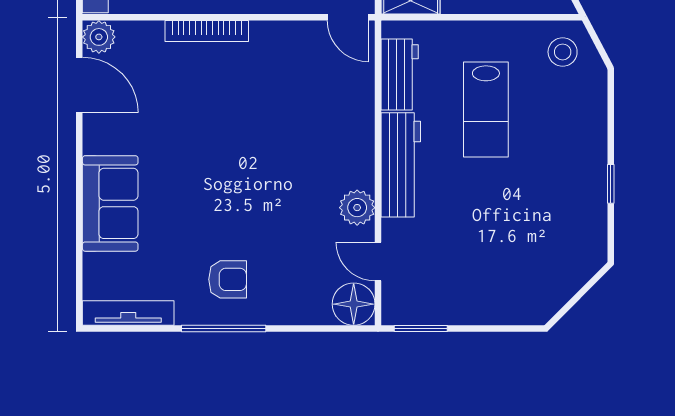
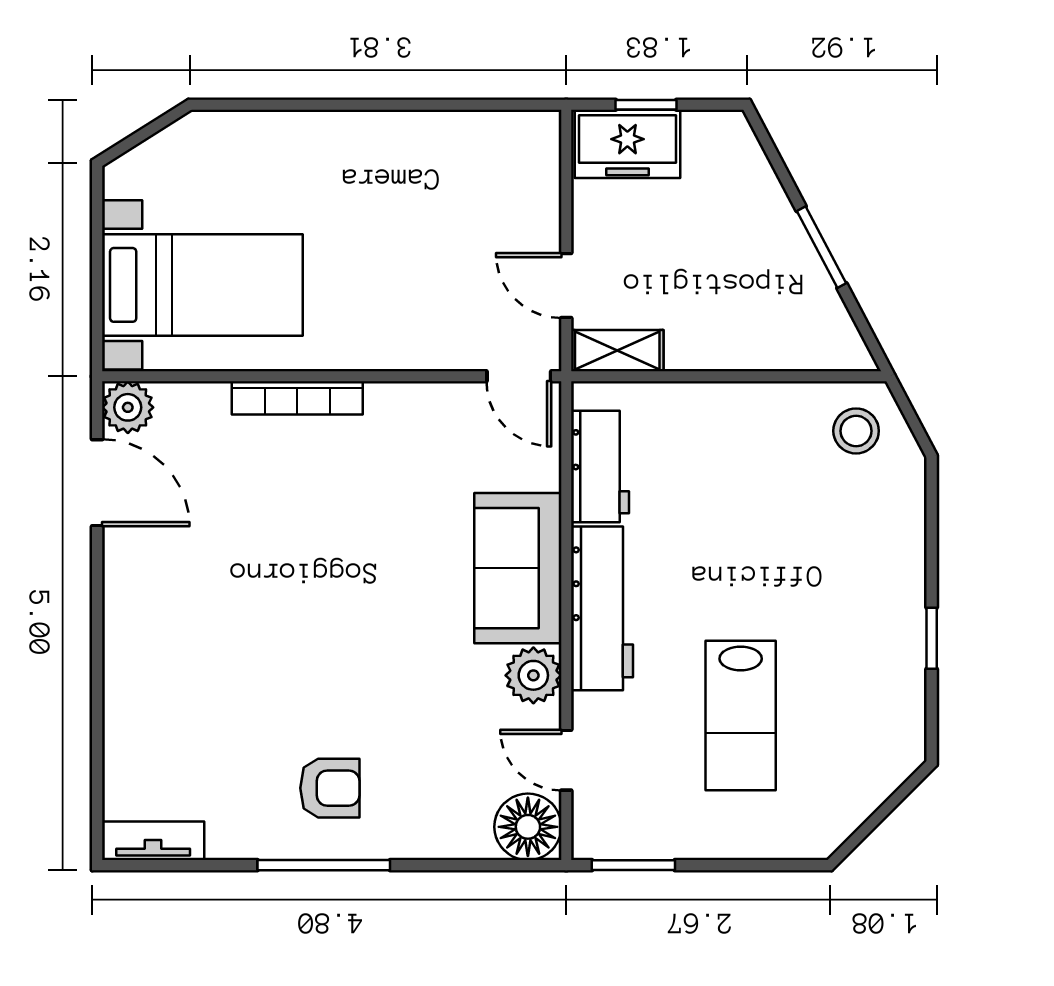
lab bench: (486, 110) -> (741, 715), moved
sofa: (110, 203) -> (518, 568), moved, turned 180
tv unit: (128, 313) -> (153, 841), width x0.71

